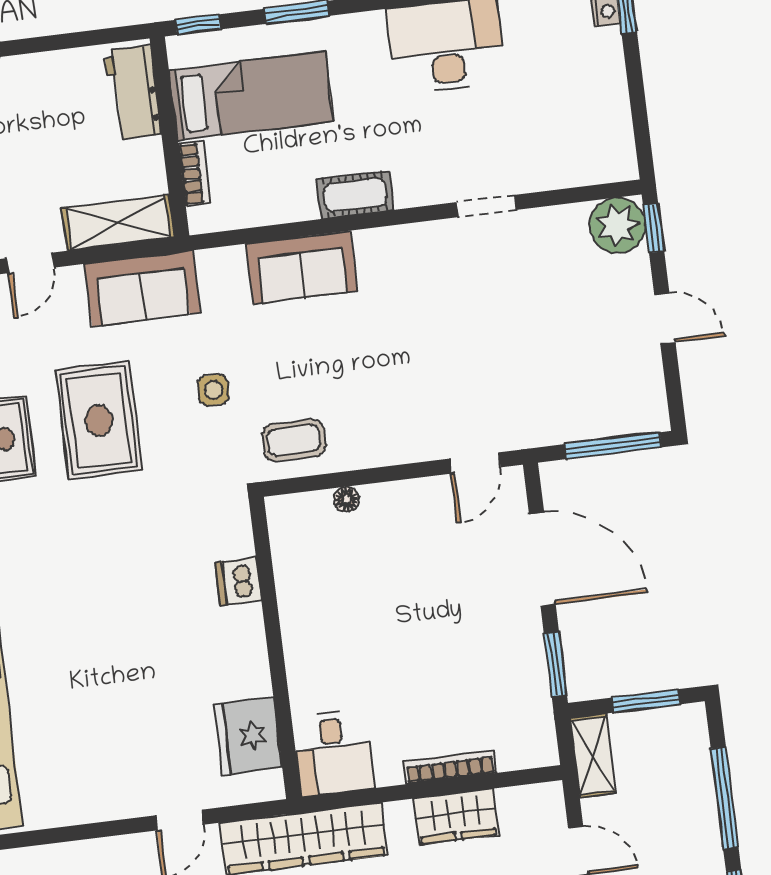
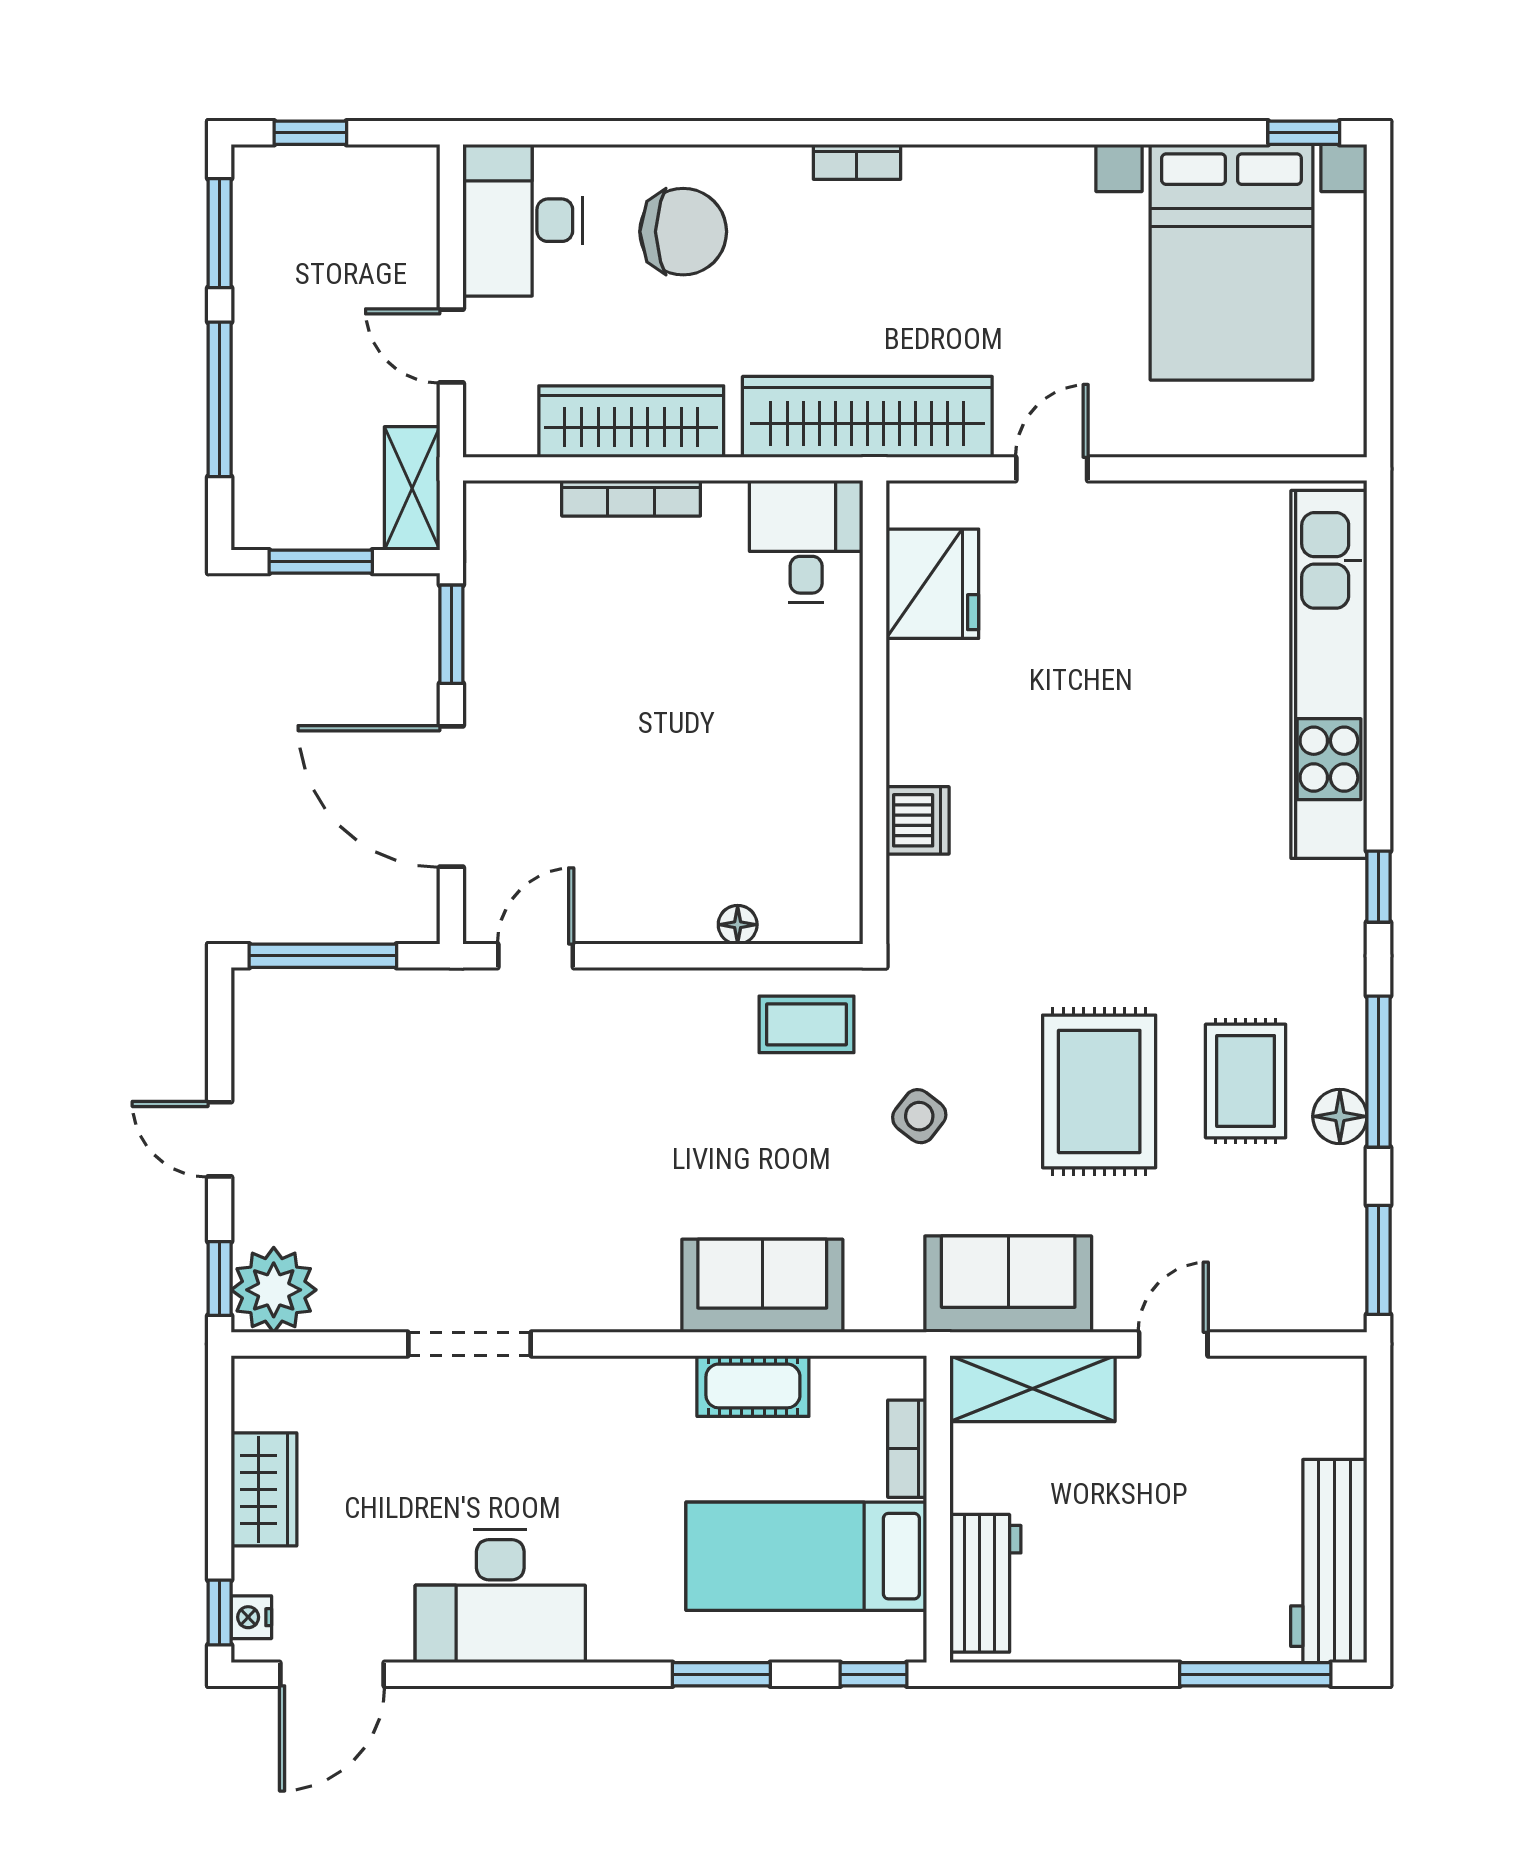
wardrobe: (608, 95) -> (264, 1489), added
cot: (355, 195) -> (753, 1386), moved
doorway: (486, 206) -> (469, 1344), width x1.38
side table: (213, 390) -> (919, 1116), turned 38
wardrobe: (456, 817) -> (631, 422), width x1.50

